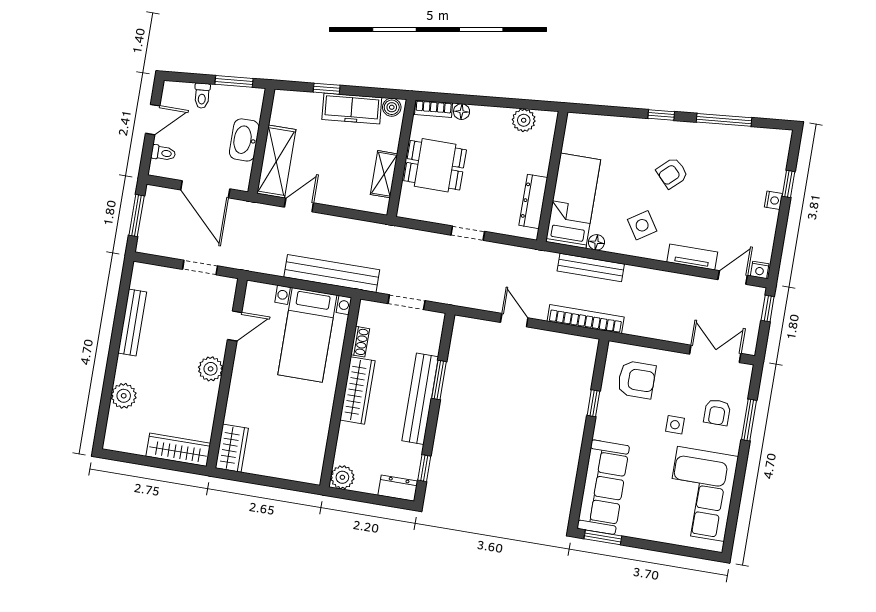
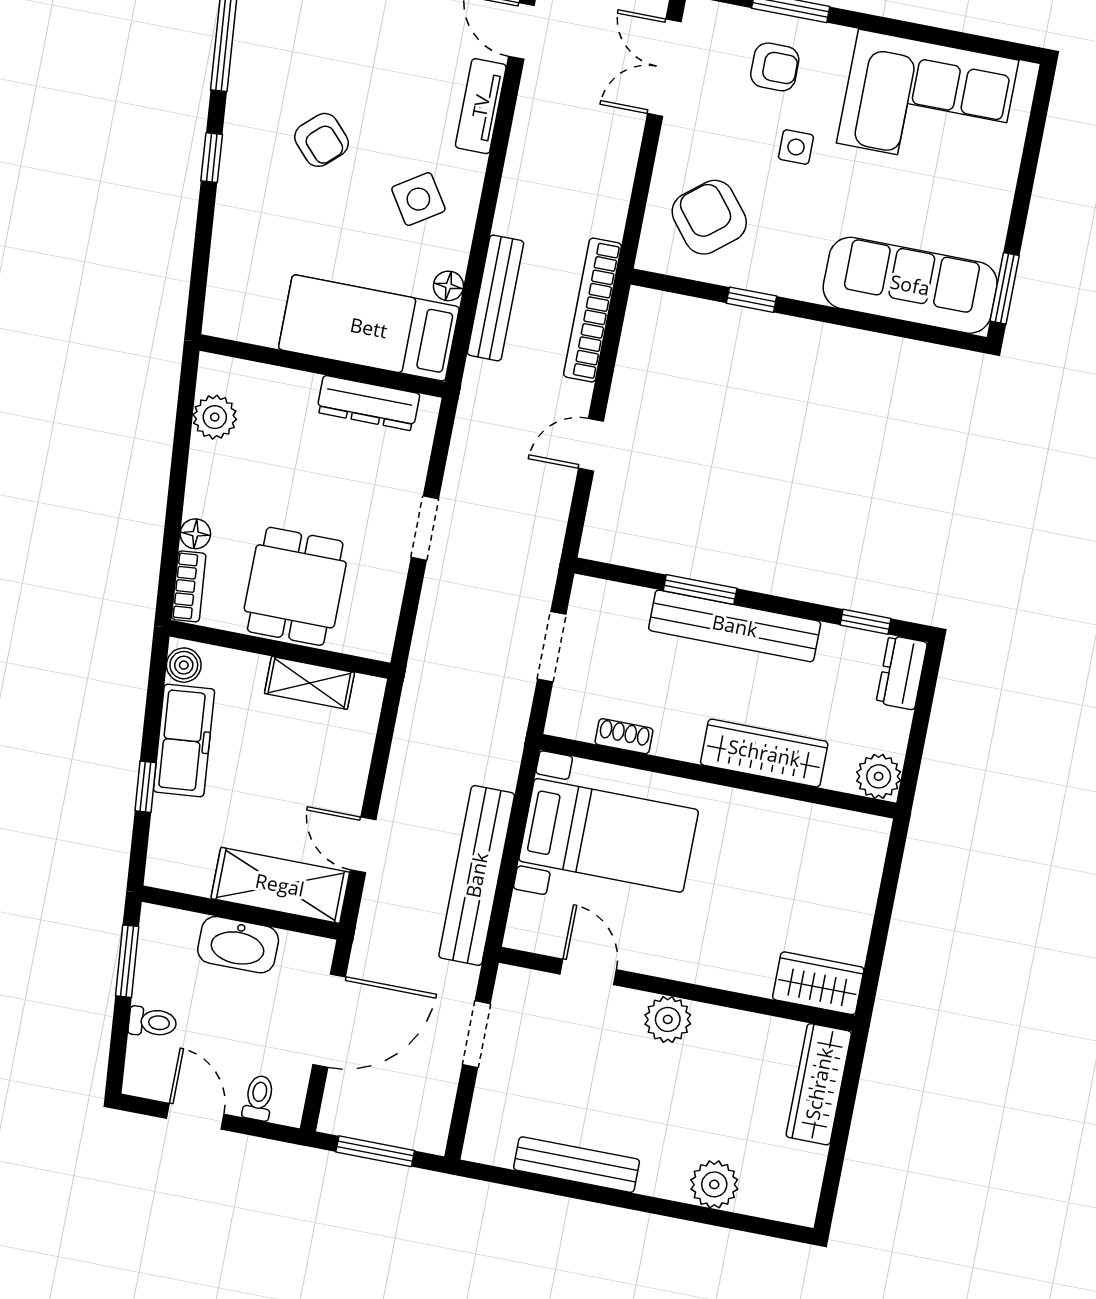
bench: (332, 273) -> (477, 875), moved
armchair: (637, 380) -> (709, 217), turned -39
wardrobe: (357, 390) -> (764, 753), moved

